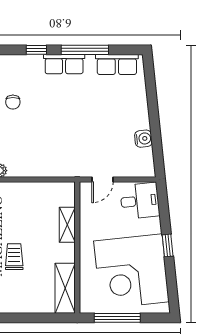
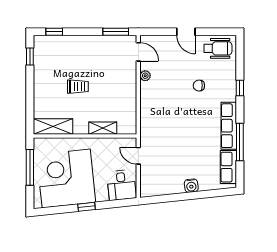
window: (36, 50) -> (240, 88), moved
row of seats: (64, 64) -> (229, 126), width x1.48
water cooler: (143, 139) -> (191, 186), moved

